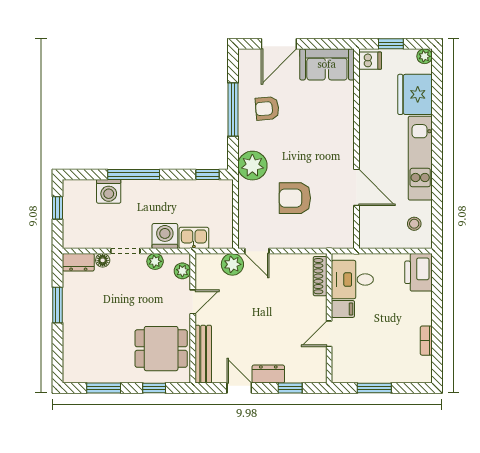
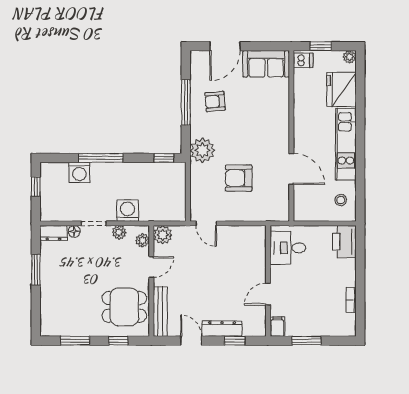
kitchen sink: (194, 238) -> (152, 212), removed
plant: (232, 264) -> (163, 235), moved
shoe rack: (320, 276) -> (260, 245), removed
filing cabinet: (343, 309) -> (277, 327), moved, turned -90
dresser: (268, 374) -> (222, 329), width x1.44

